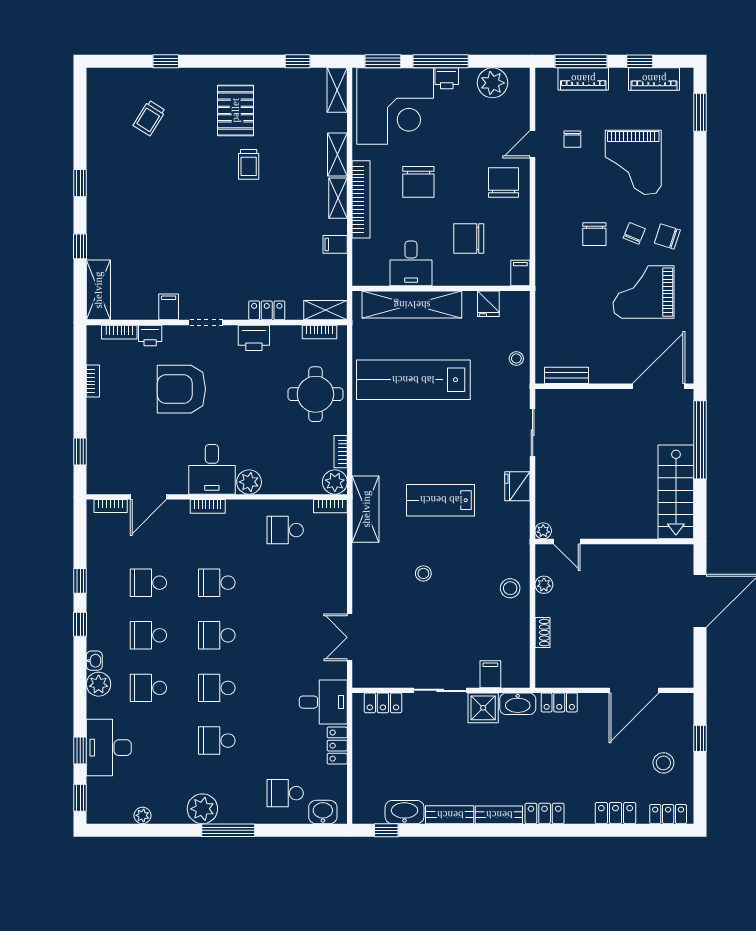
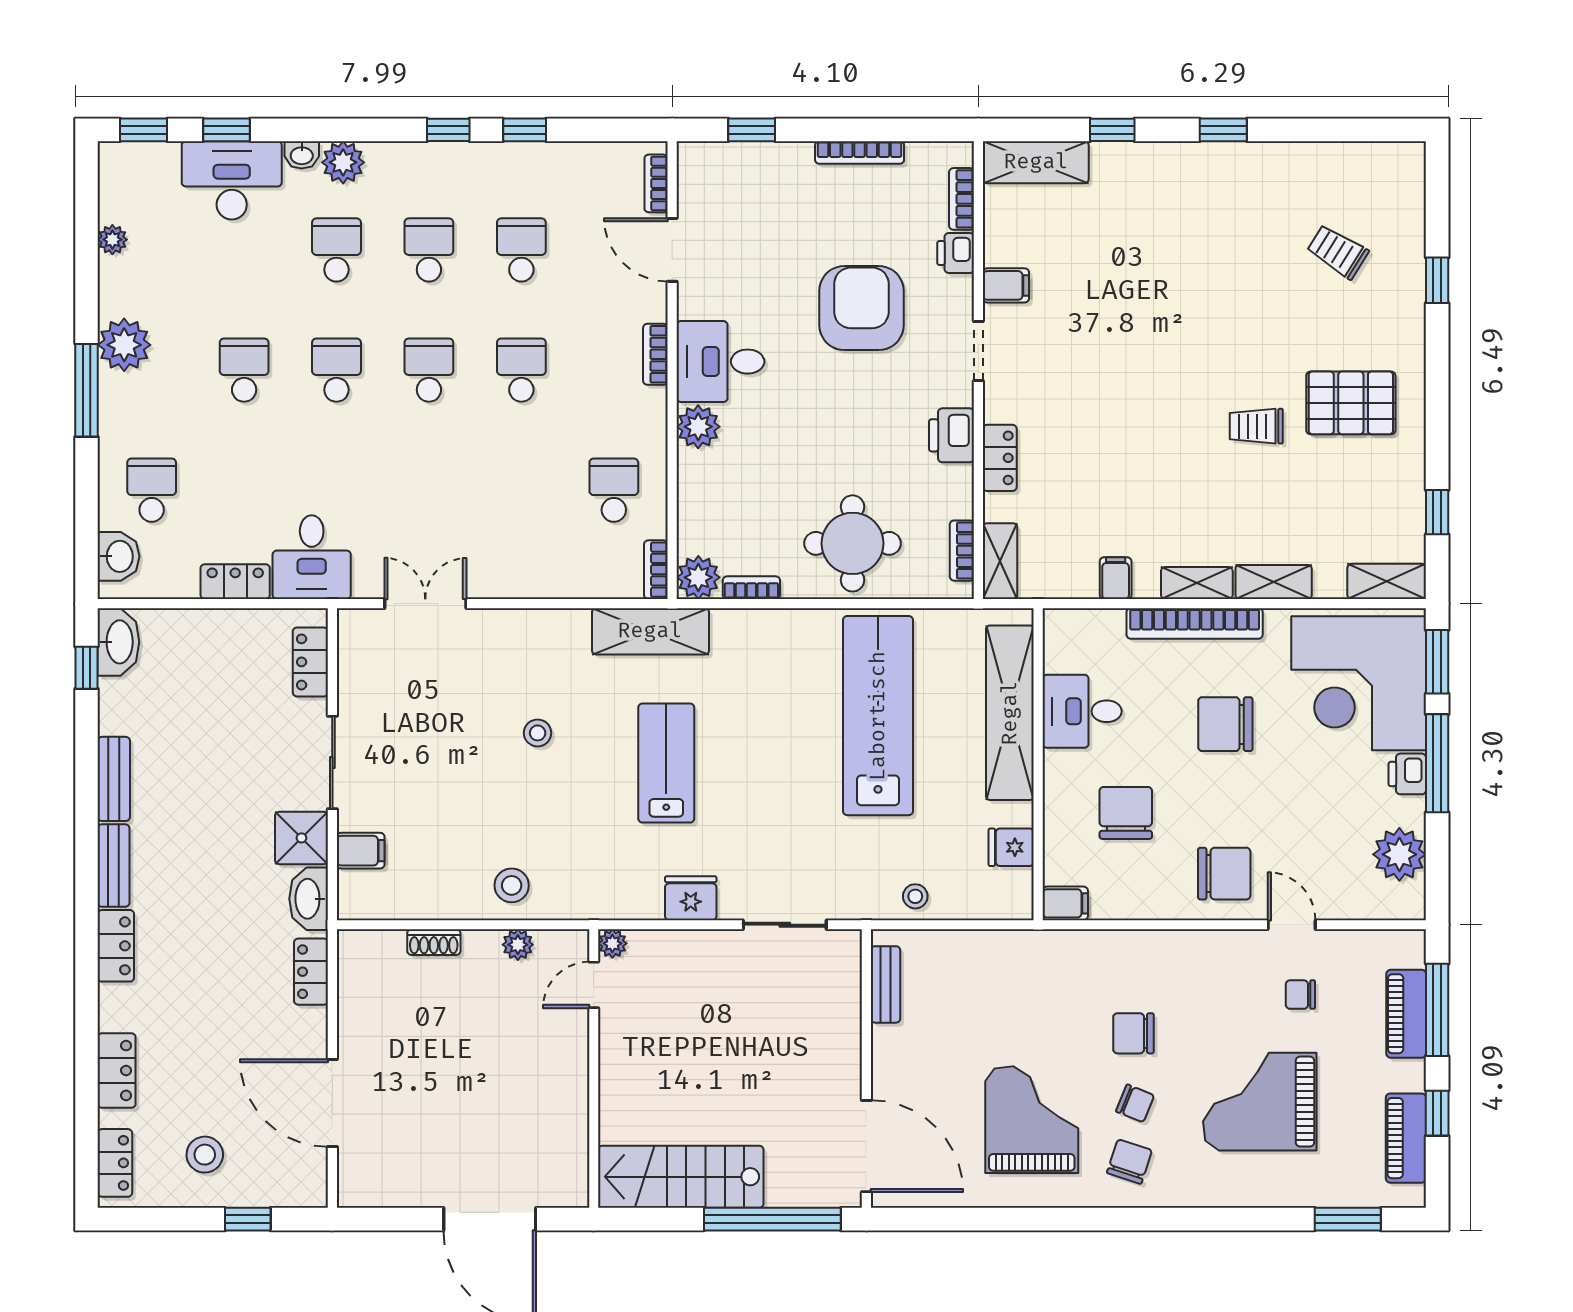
bookcase: (93, 381) -> (860, 152), width x1.56
washbasin: (94, 661) -> (302, 155), moved
washbasin: (405, 812) -> (118, 642), moved

